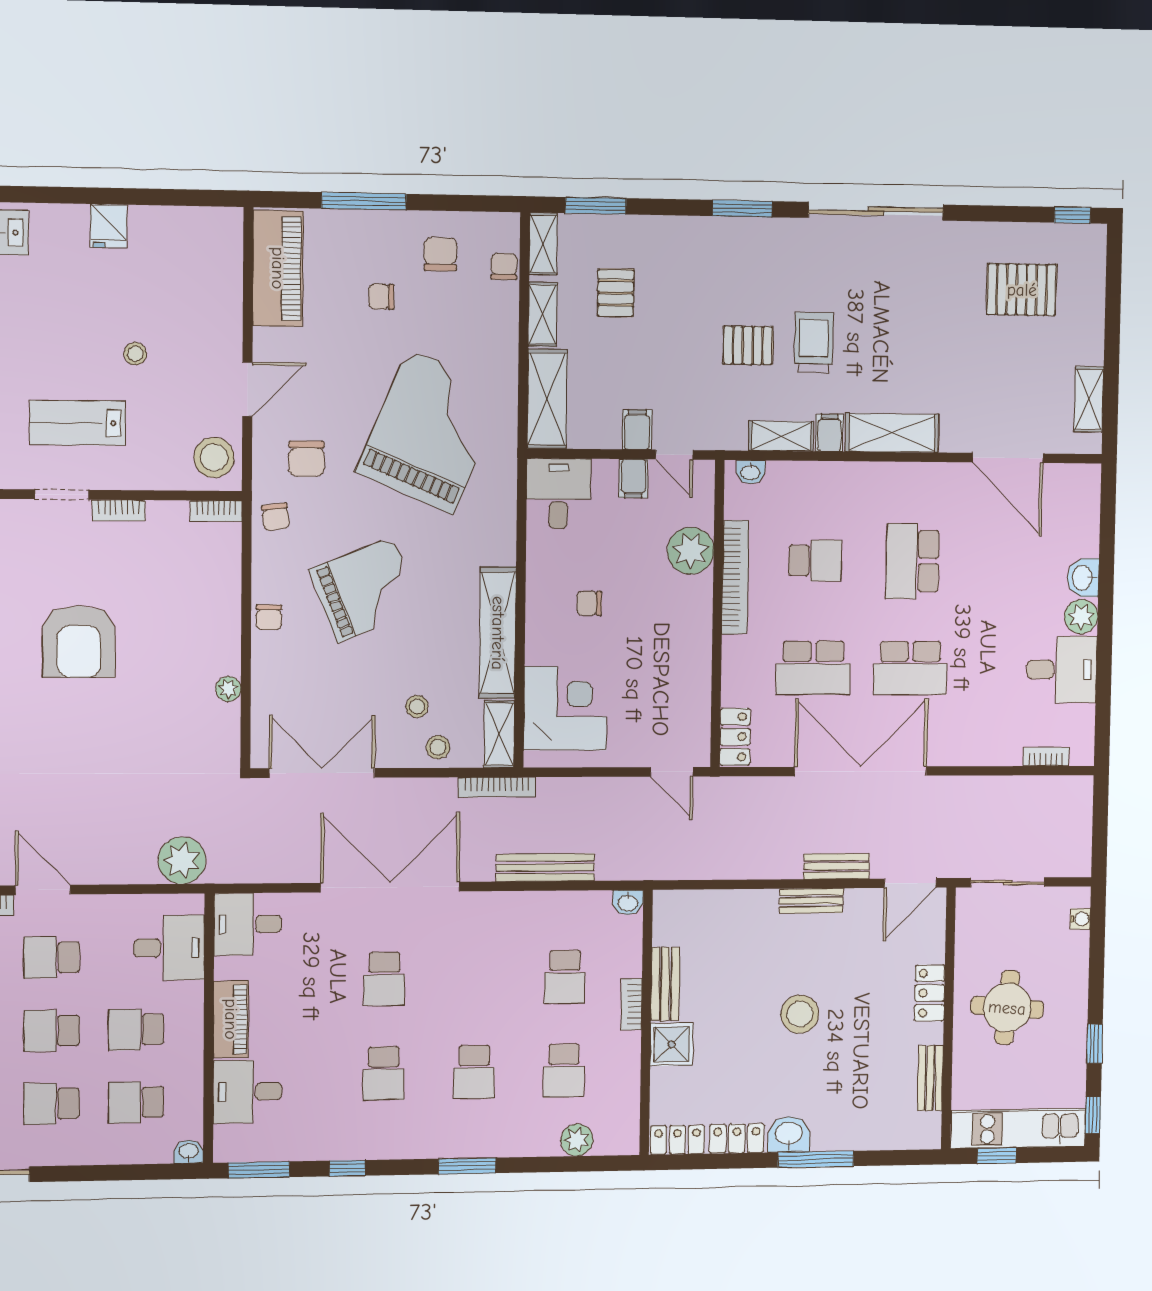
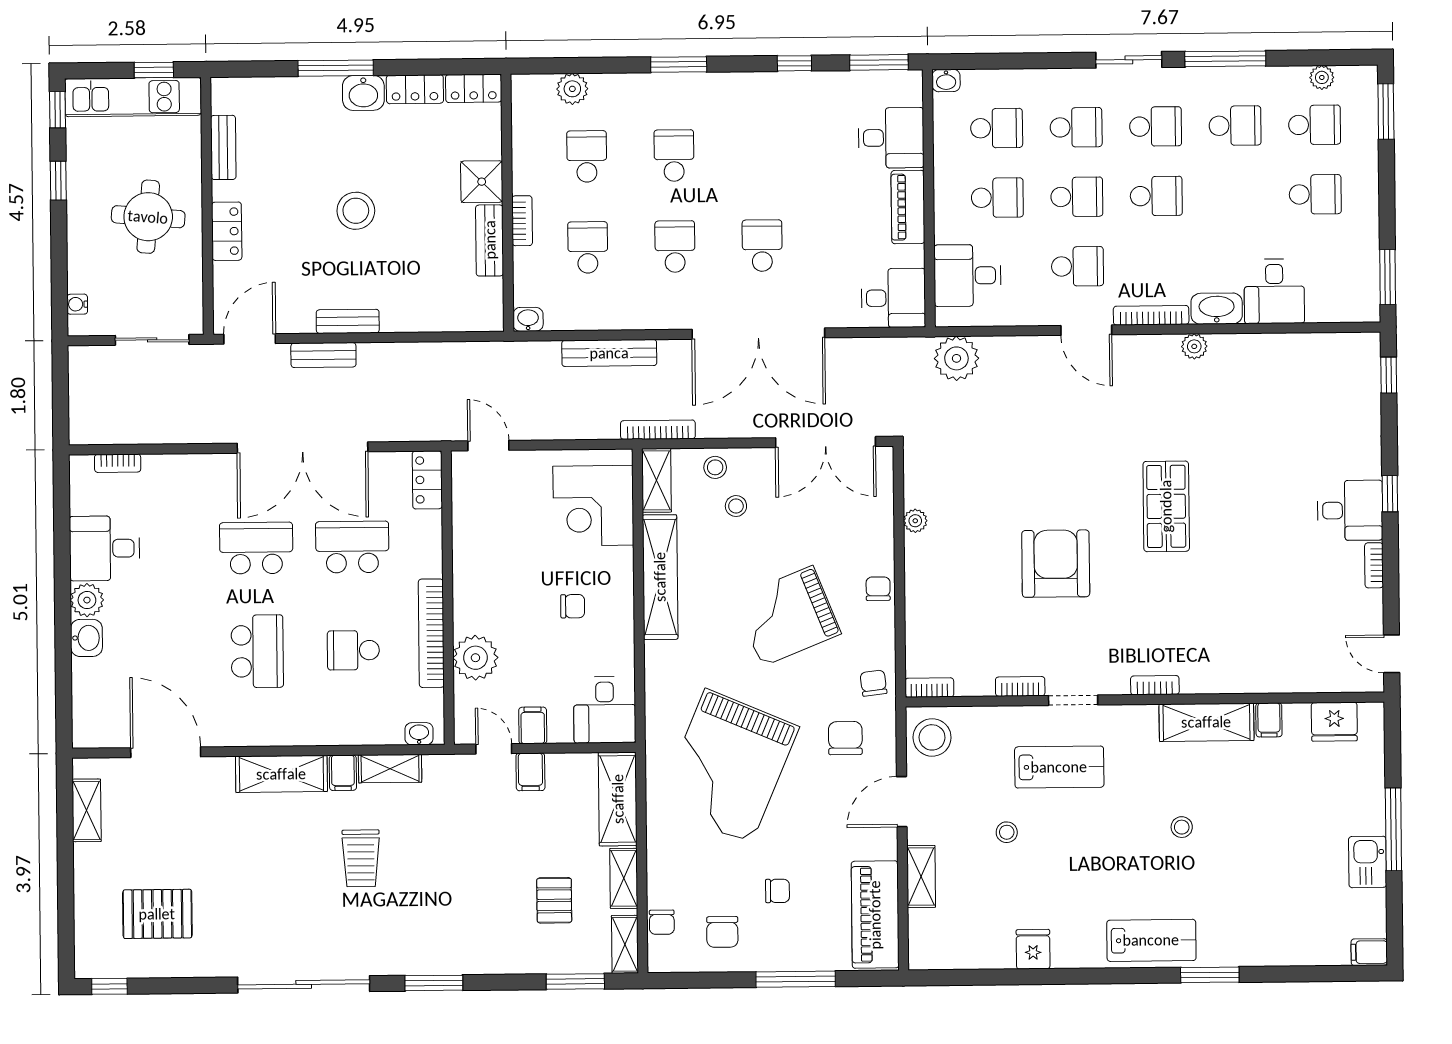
shelving: (228, 308) -> (921, 877), added
pallet: (748, 345) -> (425, 854), removed
school desk: (384, 1073) -> (675, 246), moved

